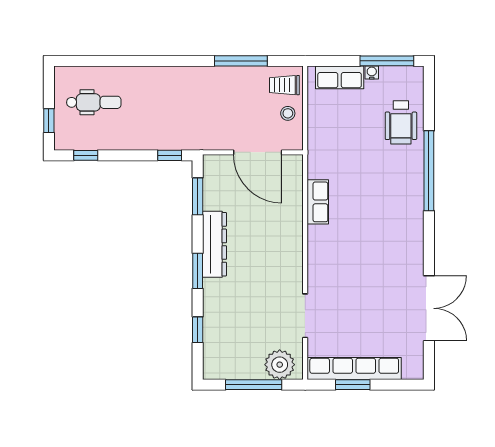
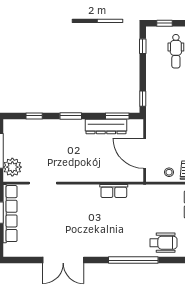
wheelchair: (401, 122) -> (163, 243), turned 180
door: (258, 152) -> (145, 153), hinge flipped
dresser: (214, 244) -> (106, 126), moved
double door: (429, 308) -> (63, 260), moved

